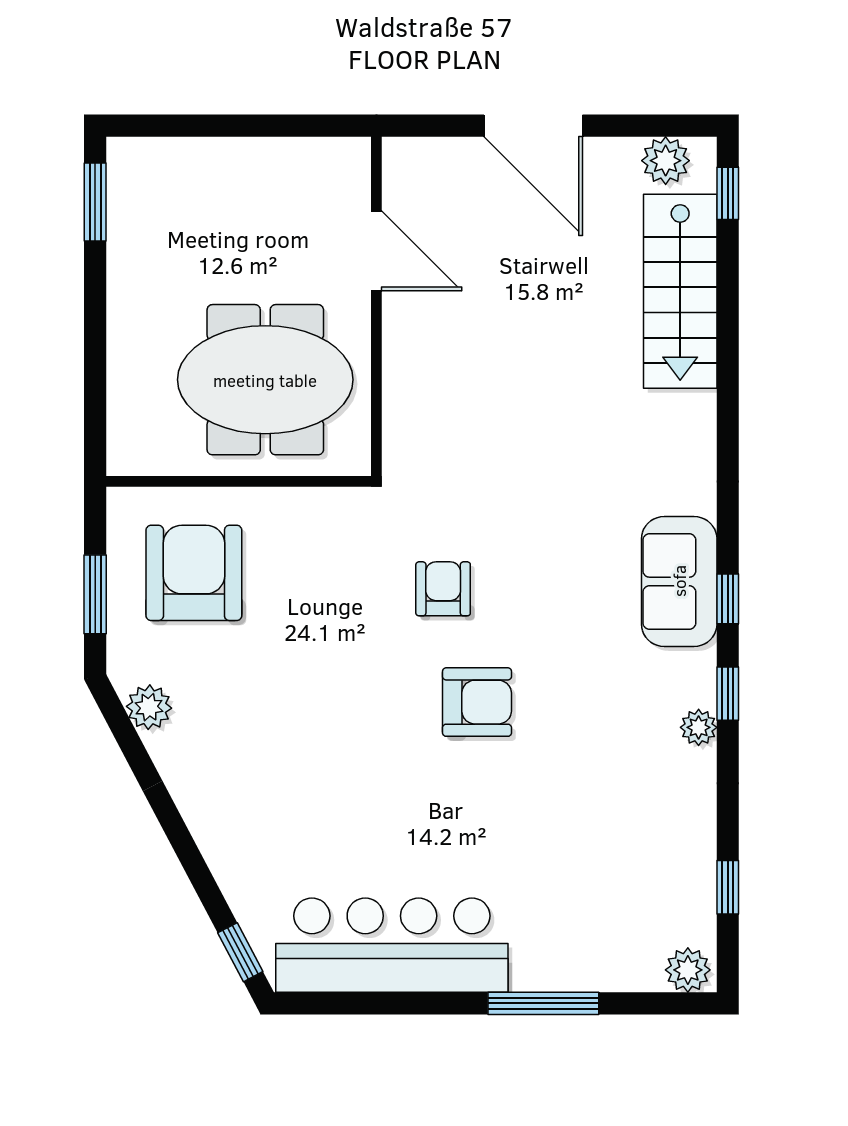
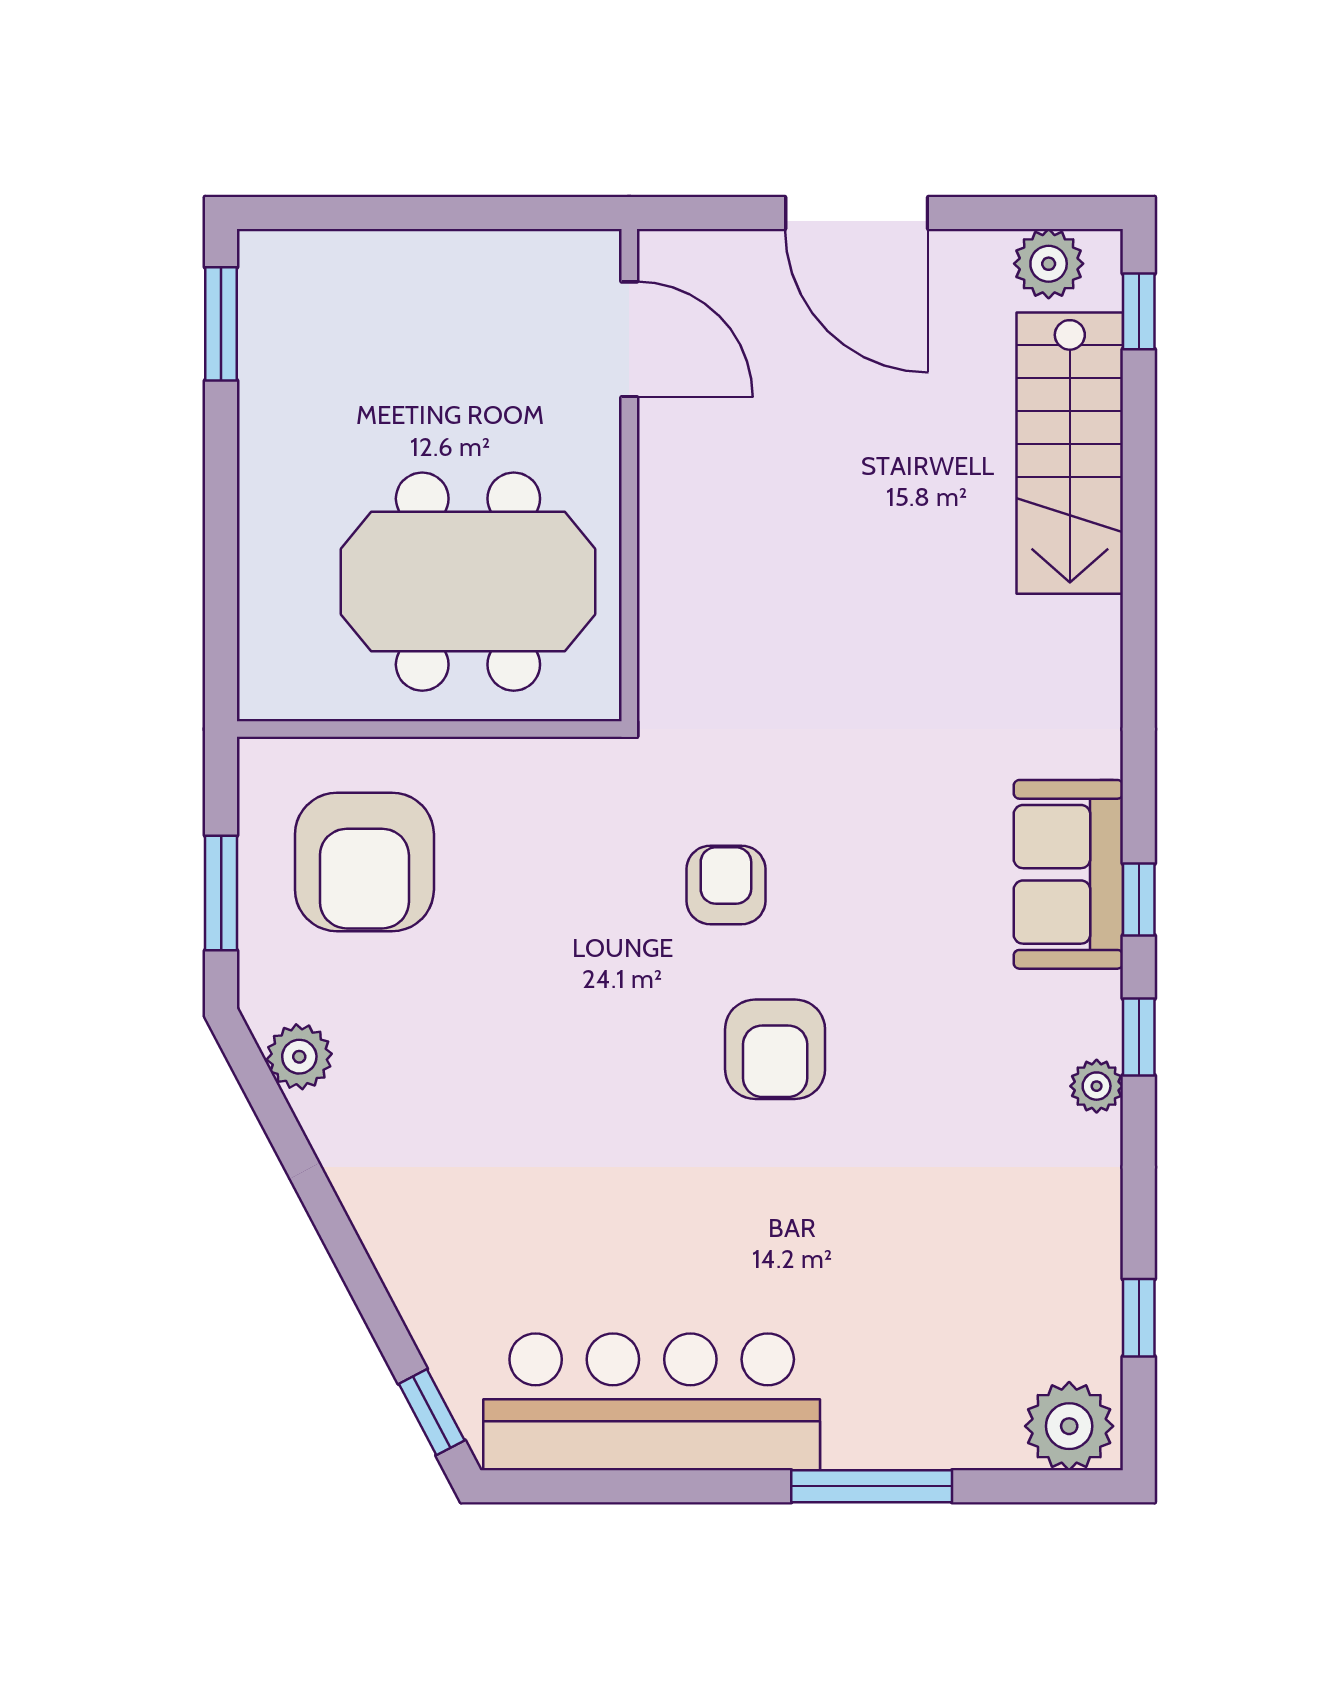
door: (376, 251) -> (629, 339), moved
armchair: (194, 573) -> (364, 862), turned 180
armchair: (477, 702) -> (775, 1049), turned 90
plant: (688, 970) -> (1069, 1426), width x1.36, depth x1.36

